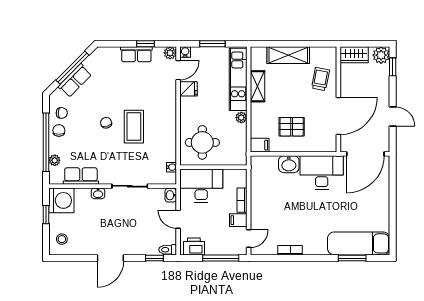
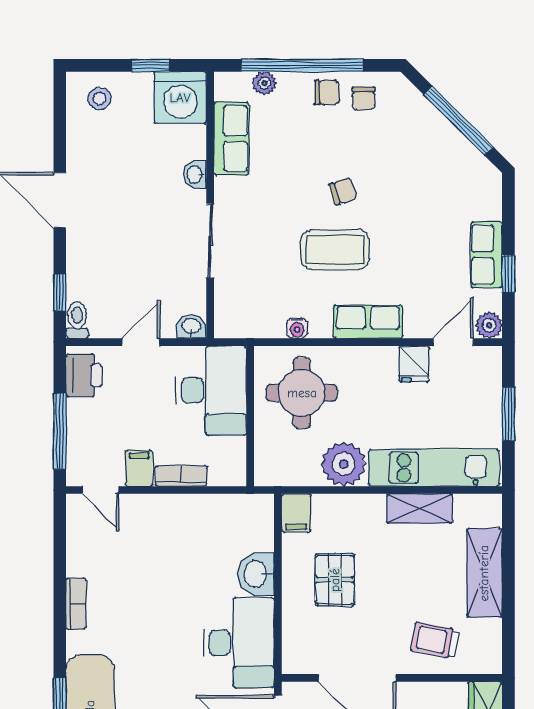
water cooler: (185, 52) -> (491, 357), removed
door: (178, 70) -> (453, 342), swing flipped
trolley: (320, 79) -> (435, 640), turned 180
row of seats: (75, 81) -> (368, 322), moved, turned 135
plant: (241, 118) -> (344, 464), width x1.87, depth x1.87
water cooler: (171, 167) -> (297, 328), moved
bookcase: (290, 250) -> (76, 604), moved

